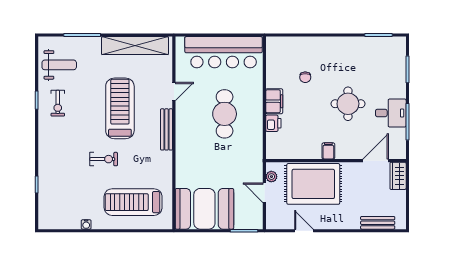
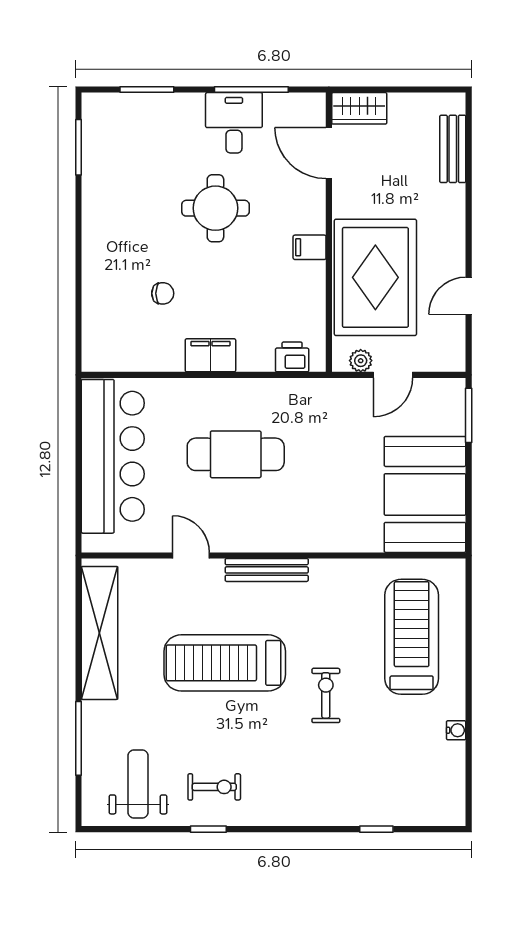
printer: (273, 123) -> (292, 357), moved
treadmill: (133, 202) -> (412, 637), turned 180

